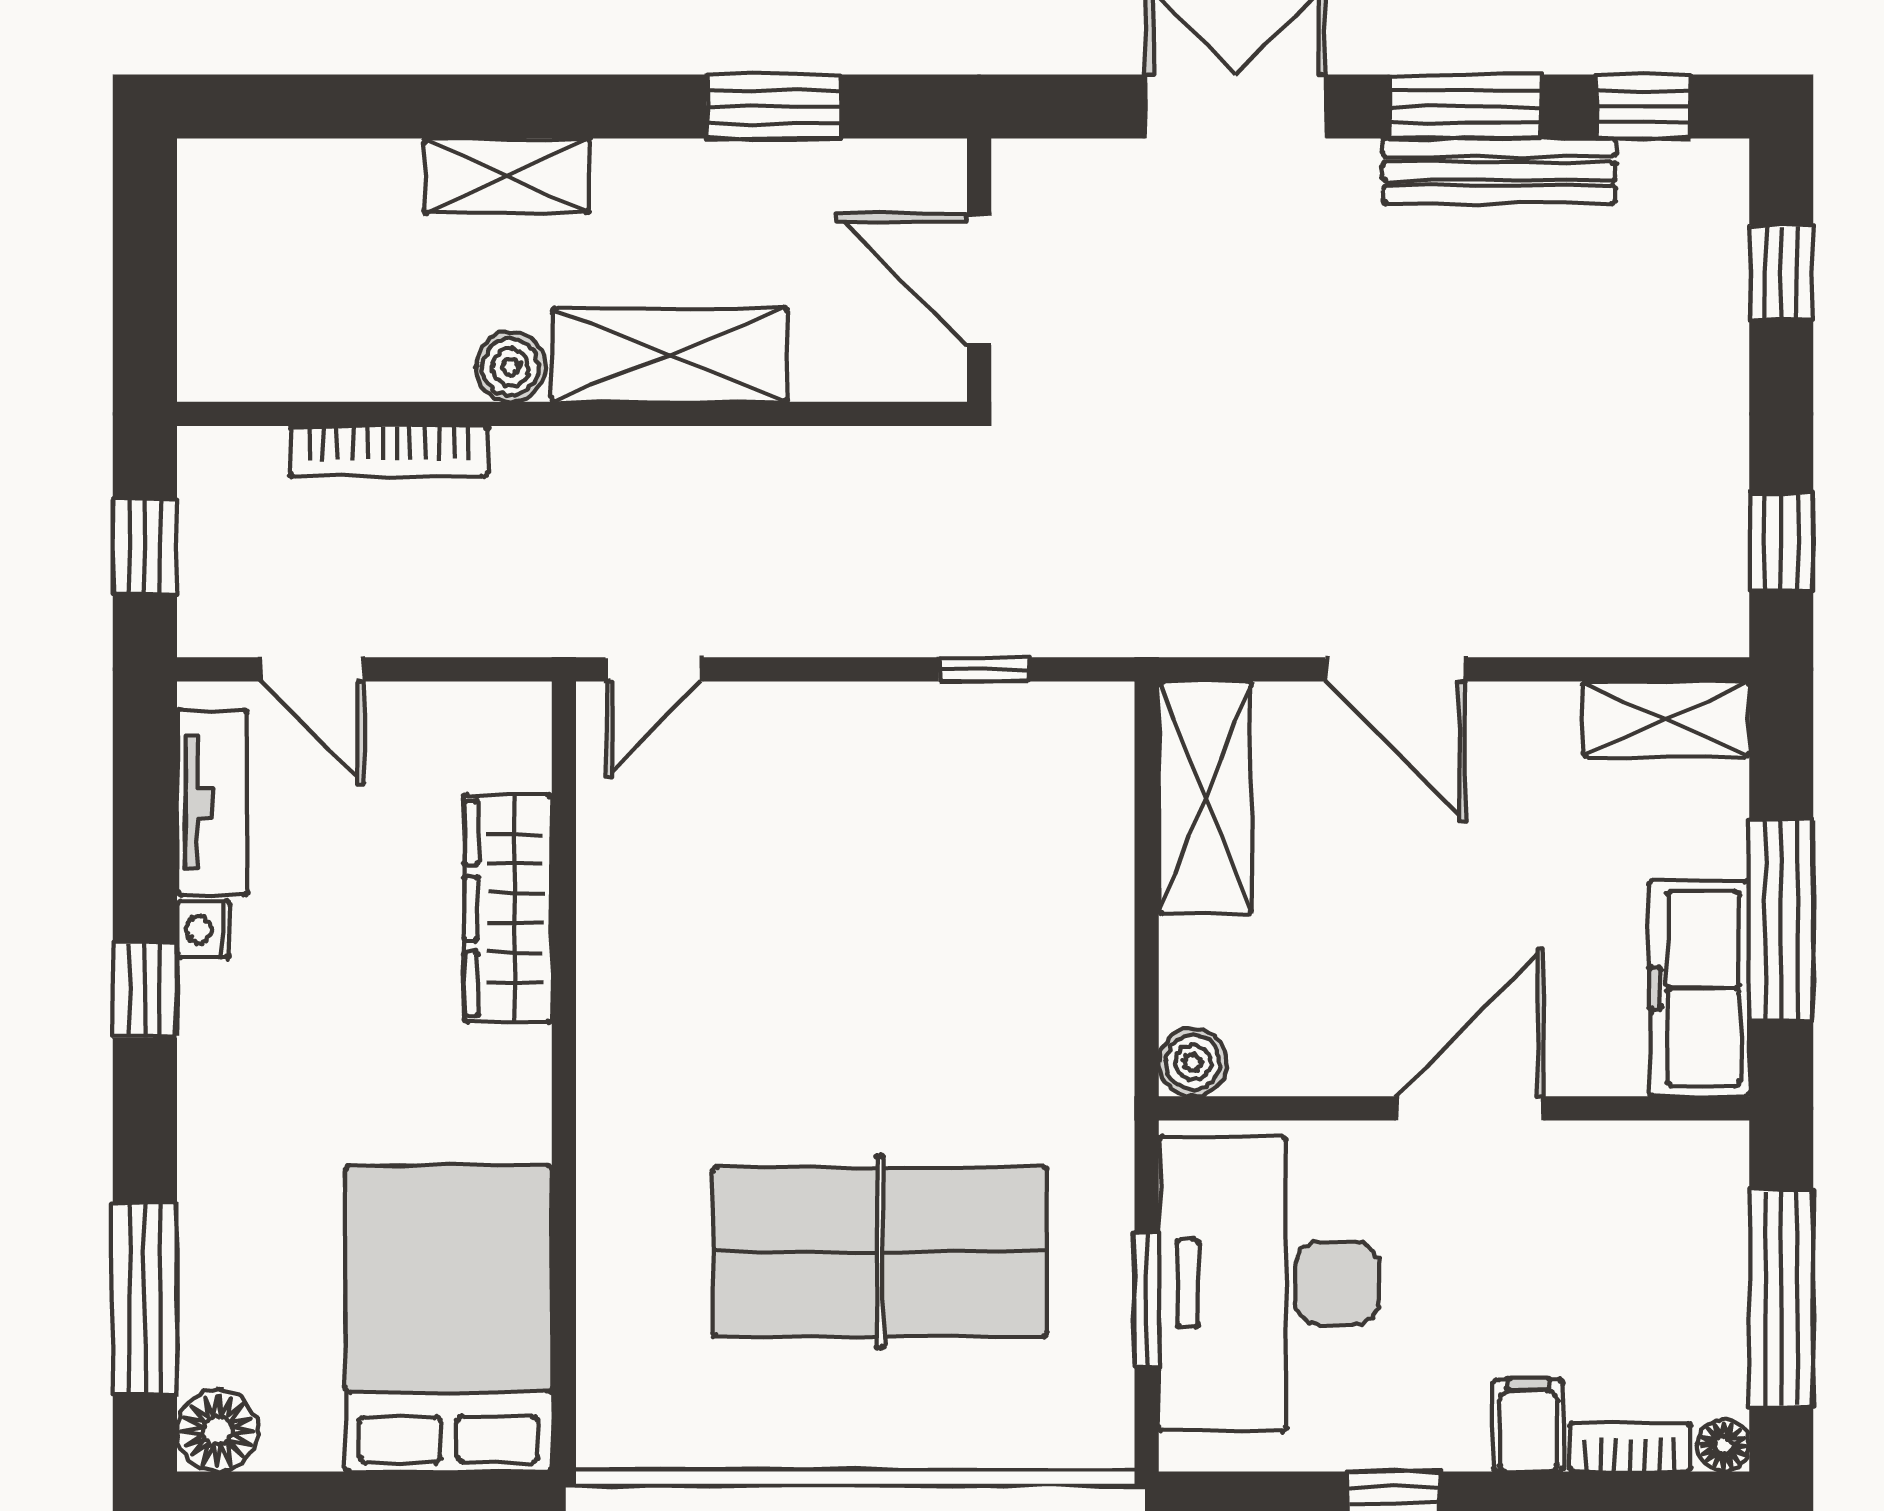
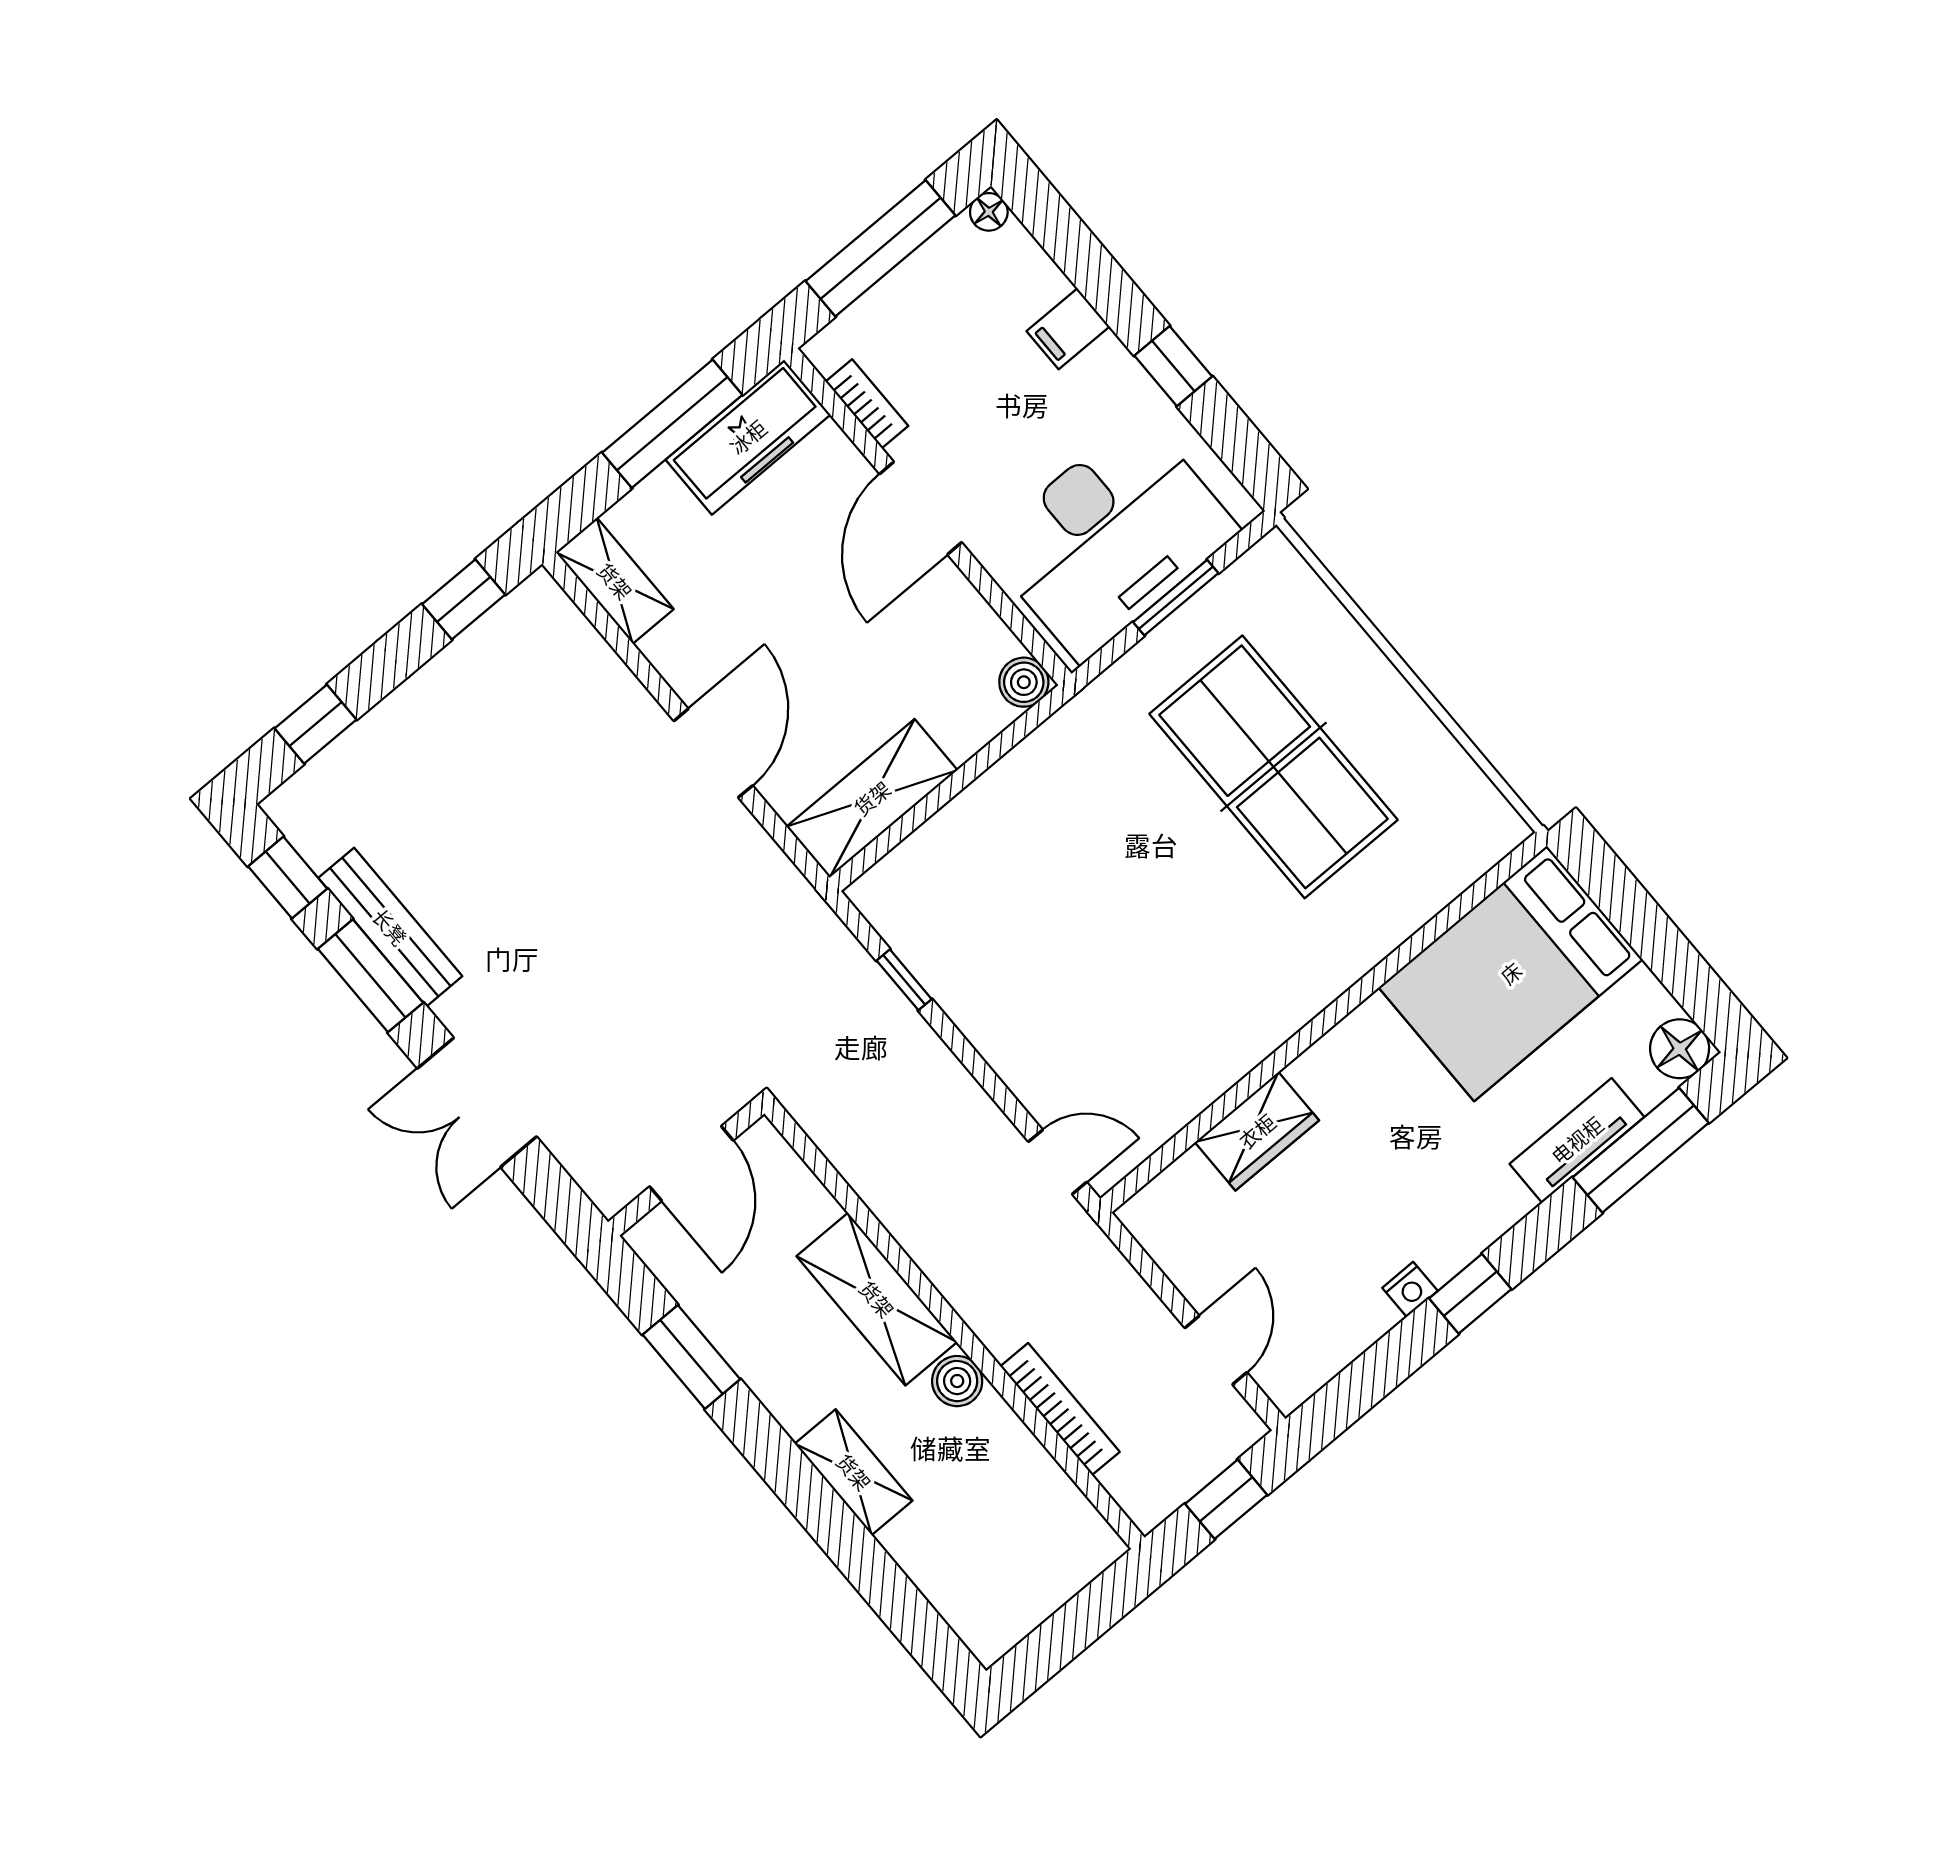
tv unit: (212, 802) -> (1577, 1140), moved
wardrobe: (508, 908) -> (1257, 1131), width x0.67
door: (1470, 1108) -> (921, 508), hinge flipped
bookcase: (1630, 1447) -> (867, 404), moved, turned 180

